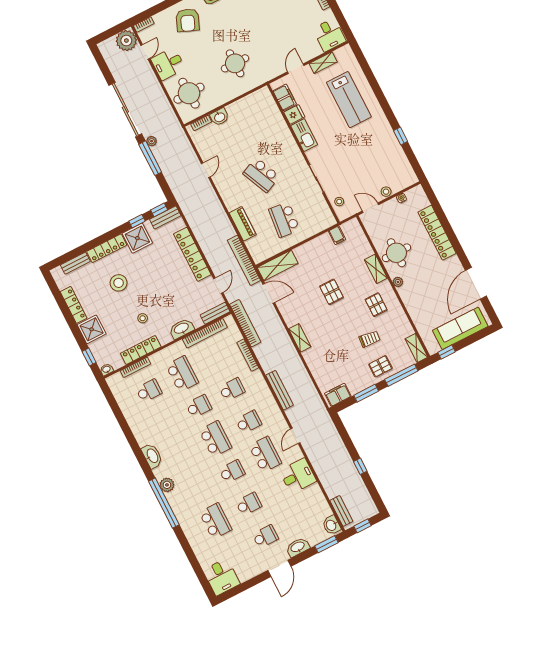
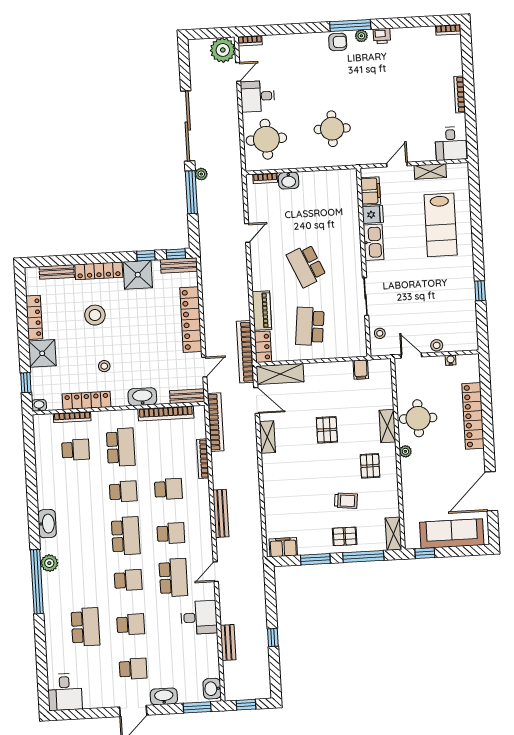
armchair: (188, 20) -> (301, 57), removed
locker: (256, 251) -> (263, 347), added
shelving: (300, 338) -> (267, 437), moved
bench: (341, 511) -> (228, 642), moved

